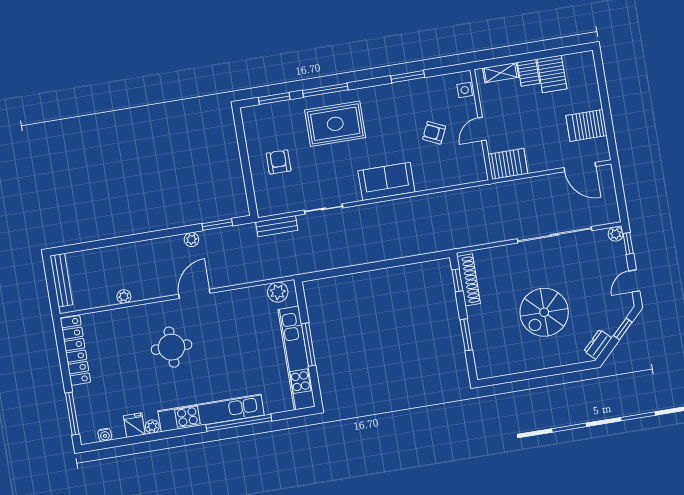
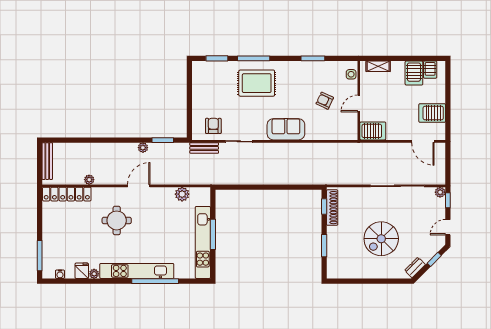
server rack: (529, 73) -> (430, 70), moved
armchair: (279, 162) -> (213, 126), moved
plant: (278, 292) -> (182, 194), moved
locker: (75, 350) -> (67, 194), moved, turned 90

